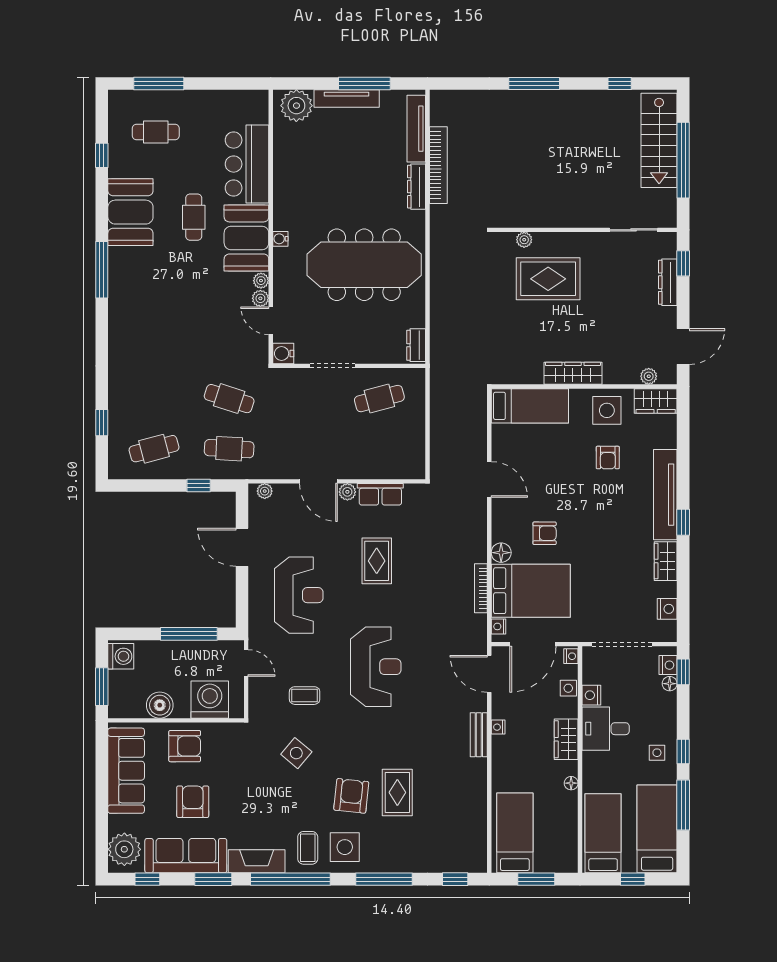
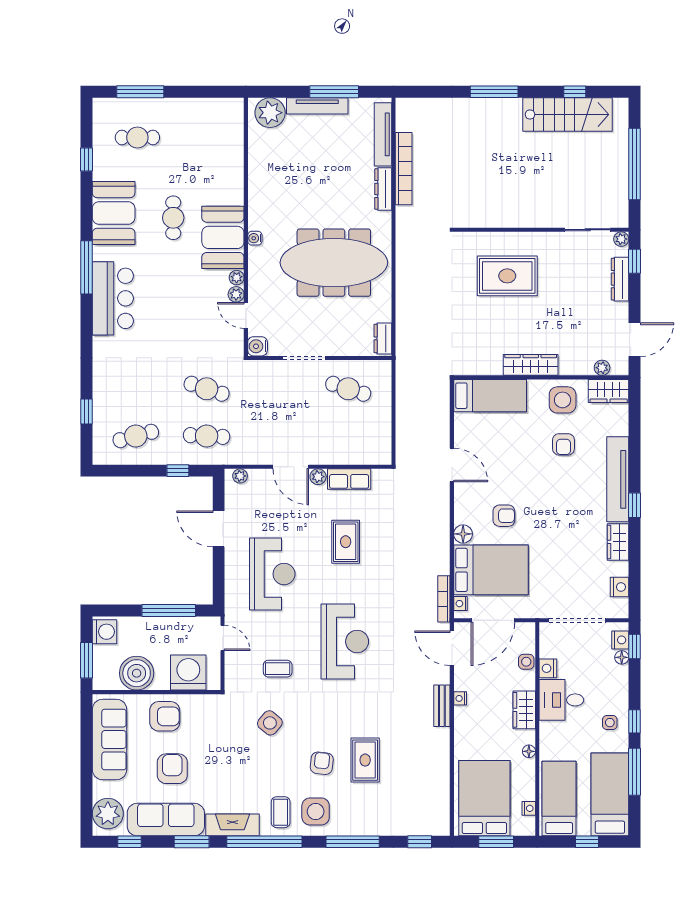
stairs: (659, 140) -> (567, 114), moved, turned -90
bar counter: (247, 164) -> (113, 298), moved, turned 180
plant: (524, 240) -> (621, 239), moved
cafe table: (379, 399) -> (348, 389), turned 33
bookcase: (481, 588) -> (444, 599), moved
nightstand: (571, 656) -> (529, 808), moved
boiler: (160, 705) -> (137, 673), width x1.37, depth x1.37
armchair: (351, 796) -> (322, 763), width x0.72, depth x0.72
bed: (515, 833) -> (484, 798), width x1.50

